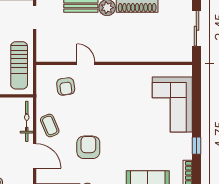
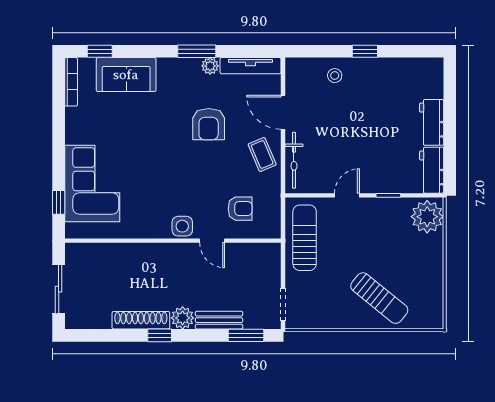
side table: (107, 74) -> (182, 226), added
armchair: (66, 86) -> (240, 209), turned 98
window: (196, 146) -> (59, 202), moved

